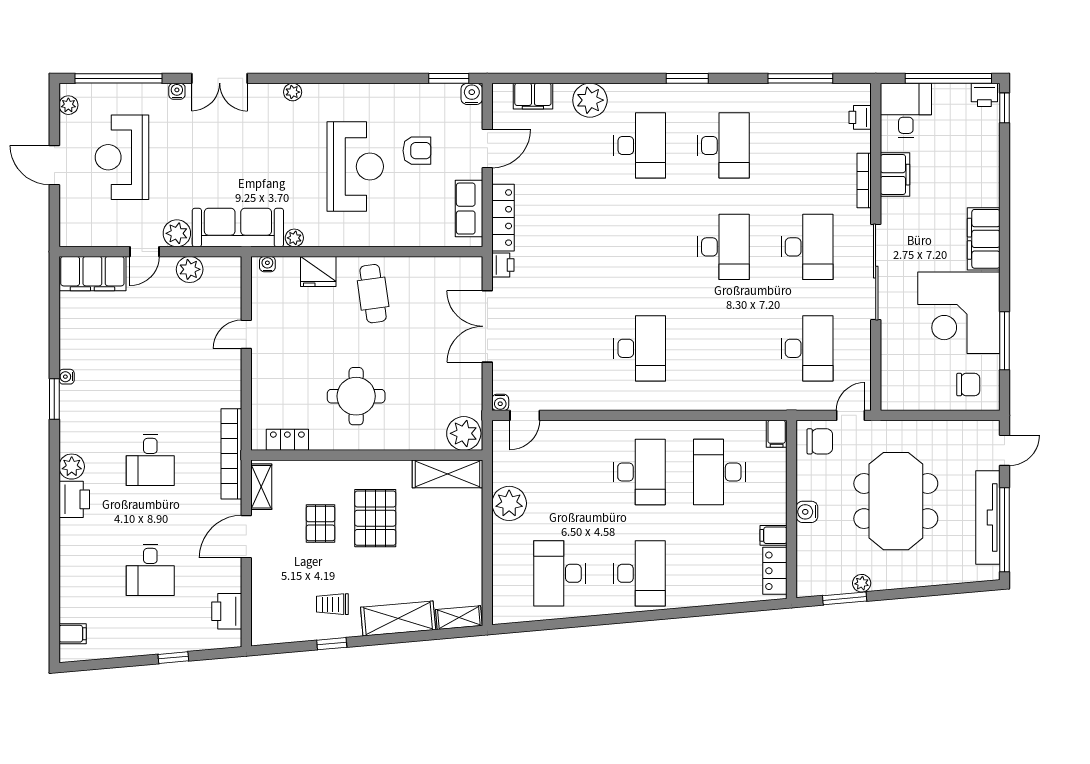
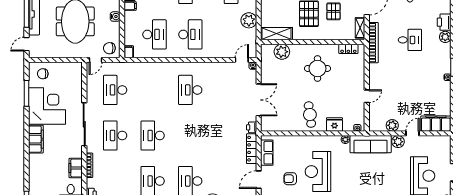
plant: (464, 433) -> (282, 52), moved
desk: (150, 460) -> (410, 40), turned 90
desk: (639, 472) -> (190, 34), turned 180

